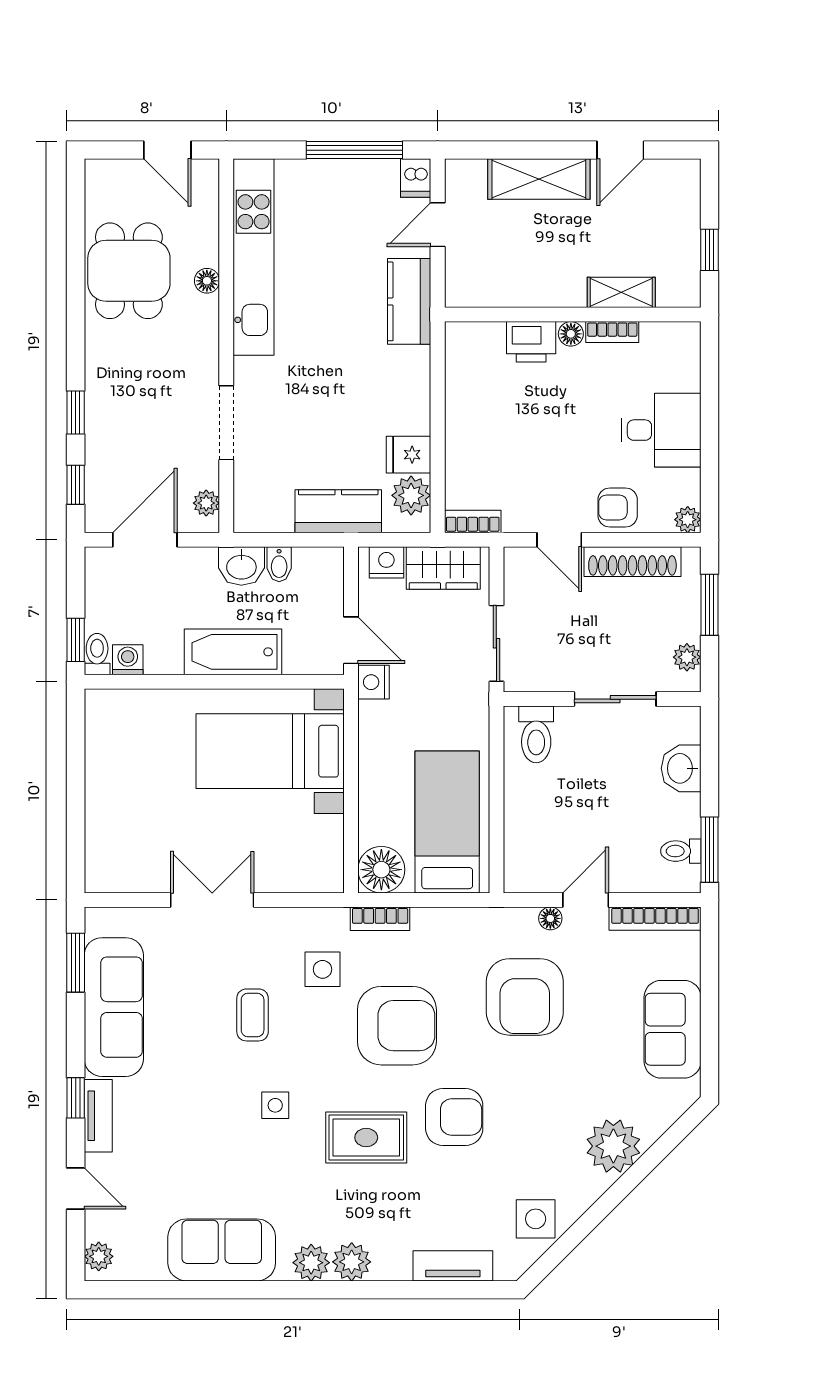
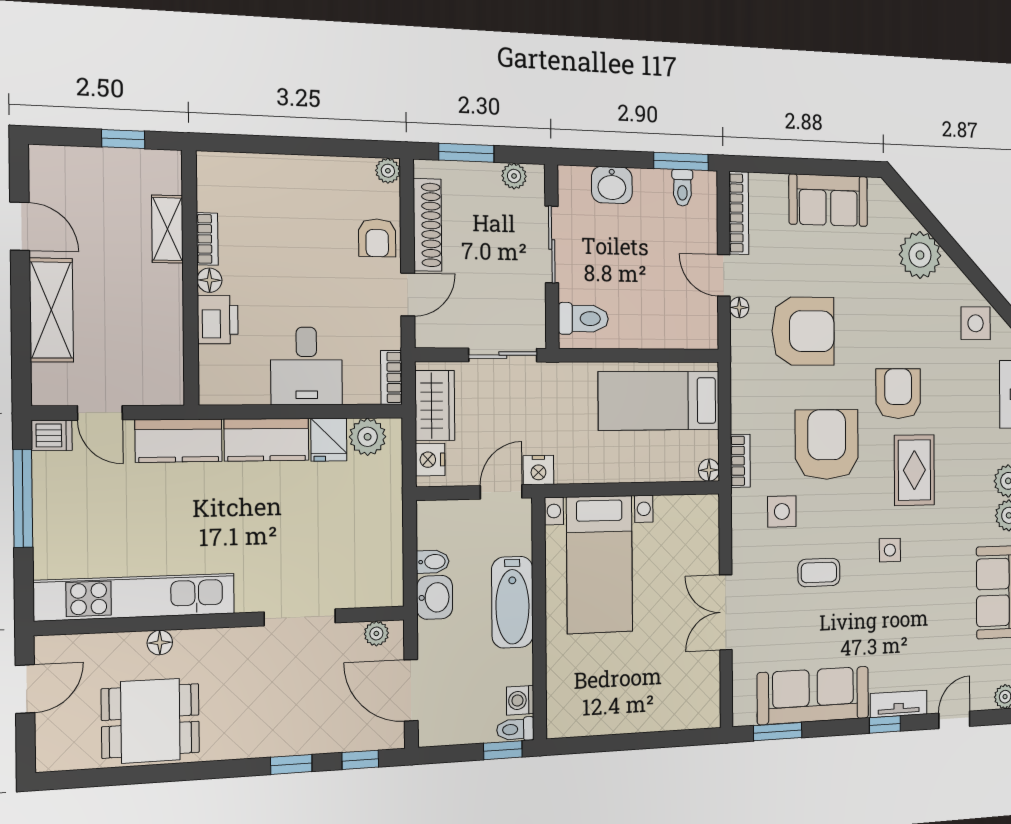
desk: (661, 430) -> (306, 366), moved, turned 180
kitchen counter: (338, 511) -> (267, 440), moved, turned -90
floor lamp: (381, 870) -> (709, 470), width x0.53, depth x0.53

